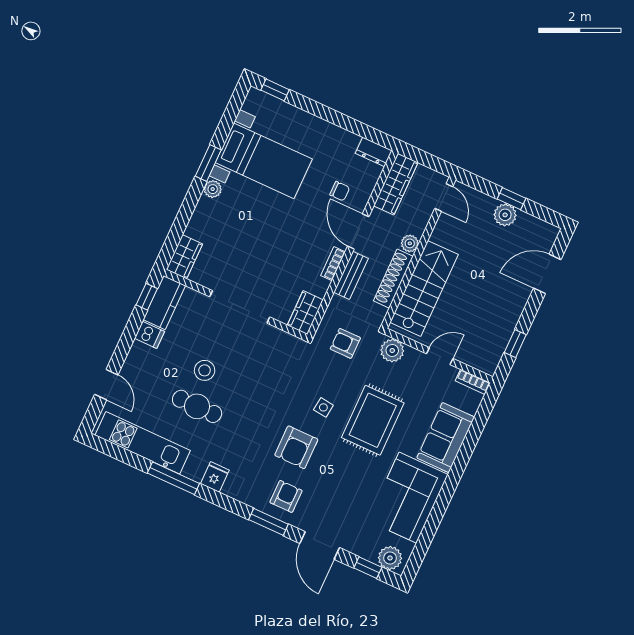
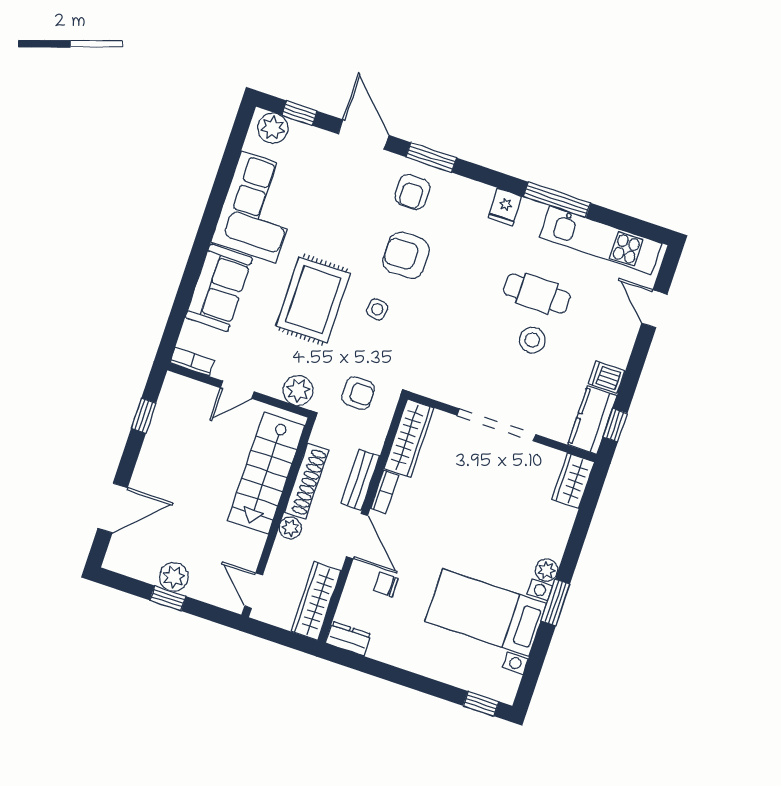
wardrobe: (305, 313) -> (409, 438), width x1.50
armchair: (296, 447) -> (406, 255), turned -90

